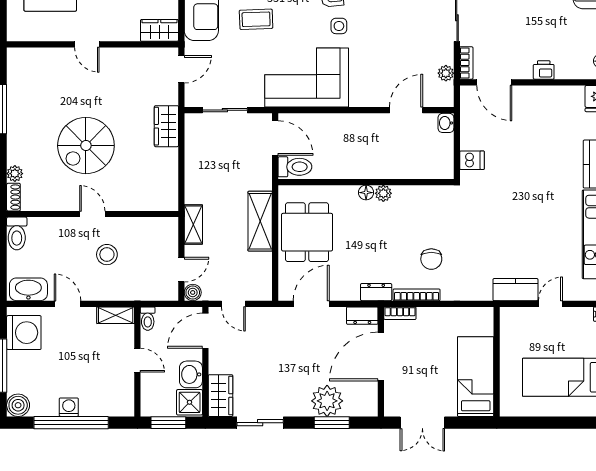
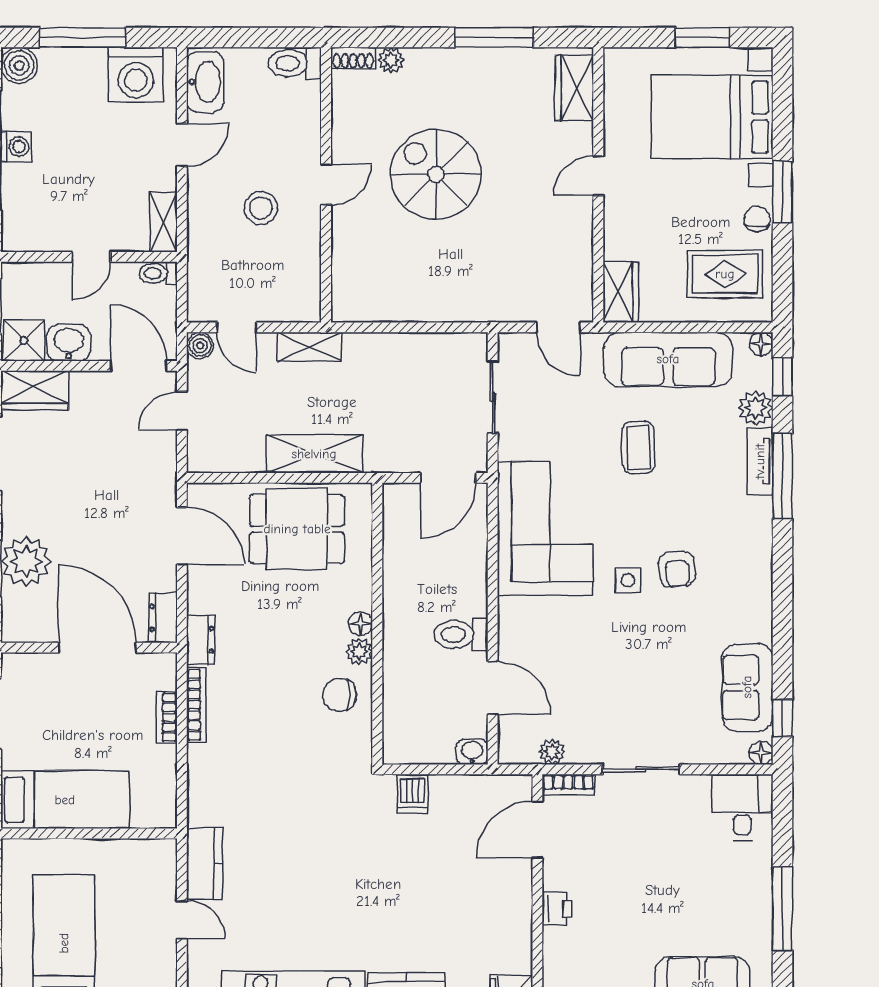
wardrobe: (166, 126) -> (574, 88), moved, turned -90
toilet: (295, 167) -> (461, 635), moved, turned 90
chair: (431, 259) -> (340, 695), moved
bookcase: (400, 313) -> (167, 717), moved

